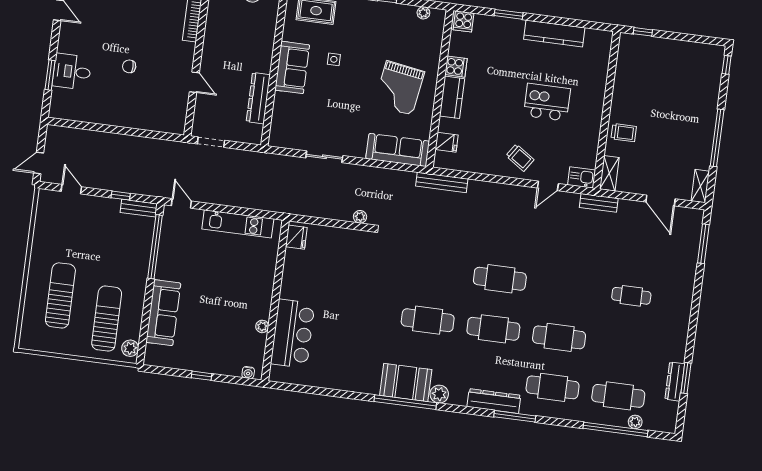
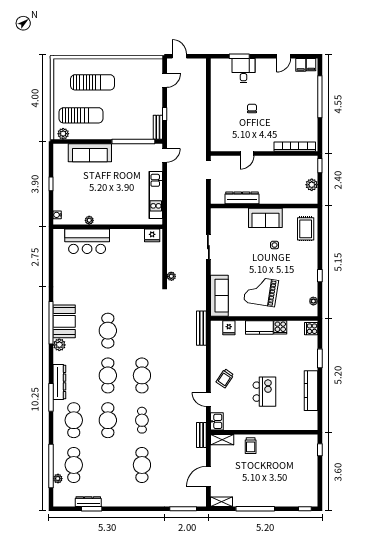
cafe table: (566, 287) -> (142, 420), added
cafe table: (631, 296) -> (142, 465), width x1.37, depth x1.35

